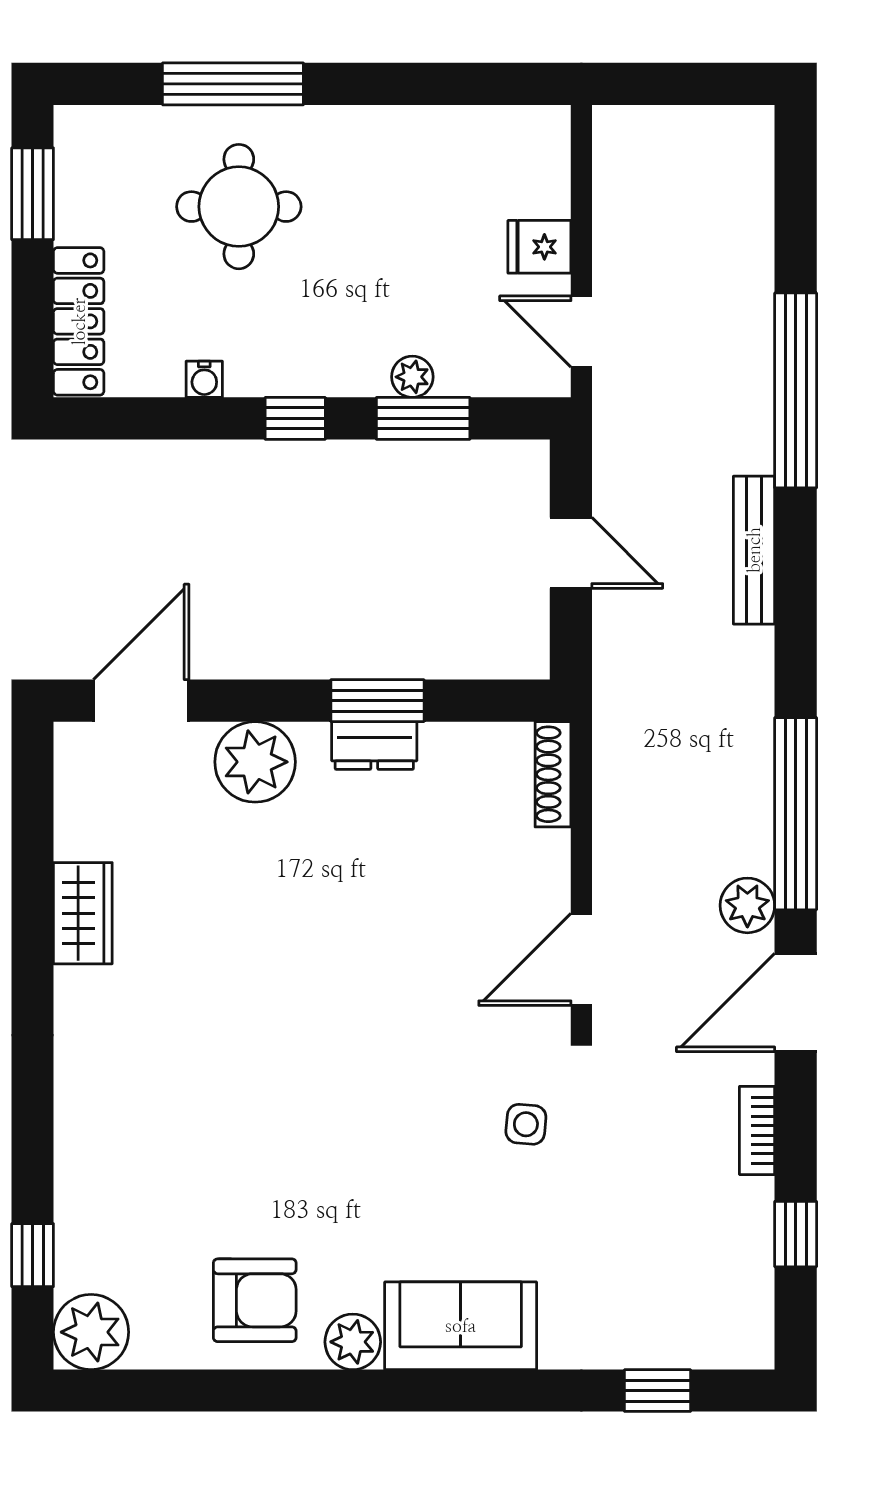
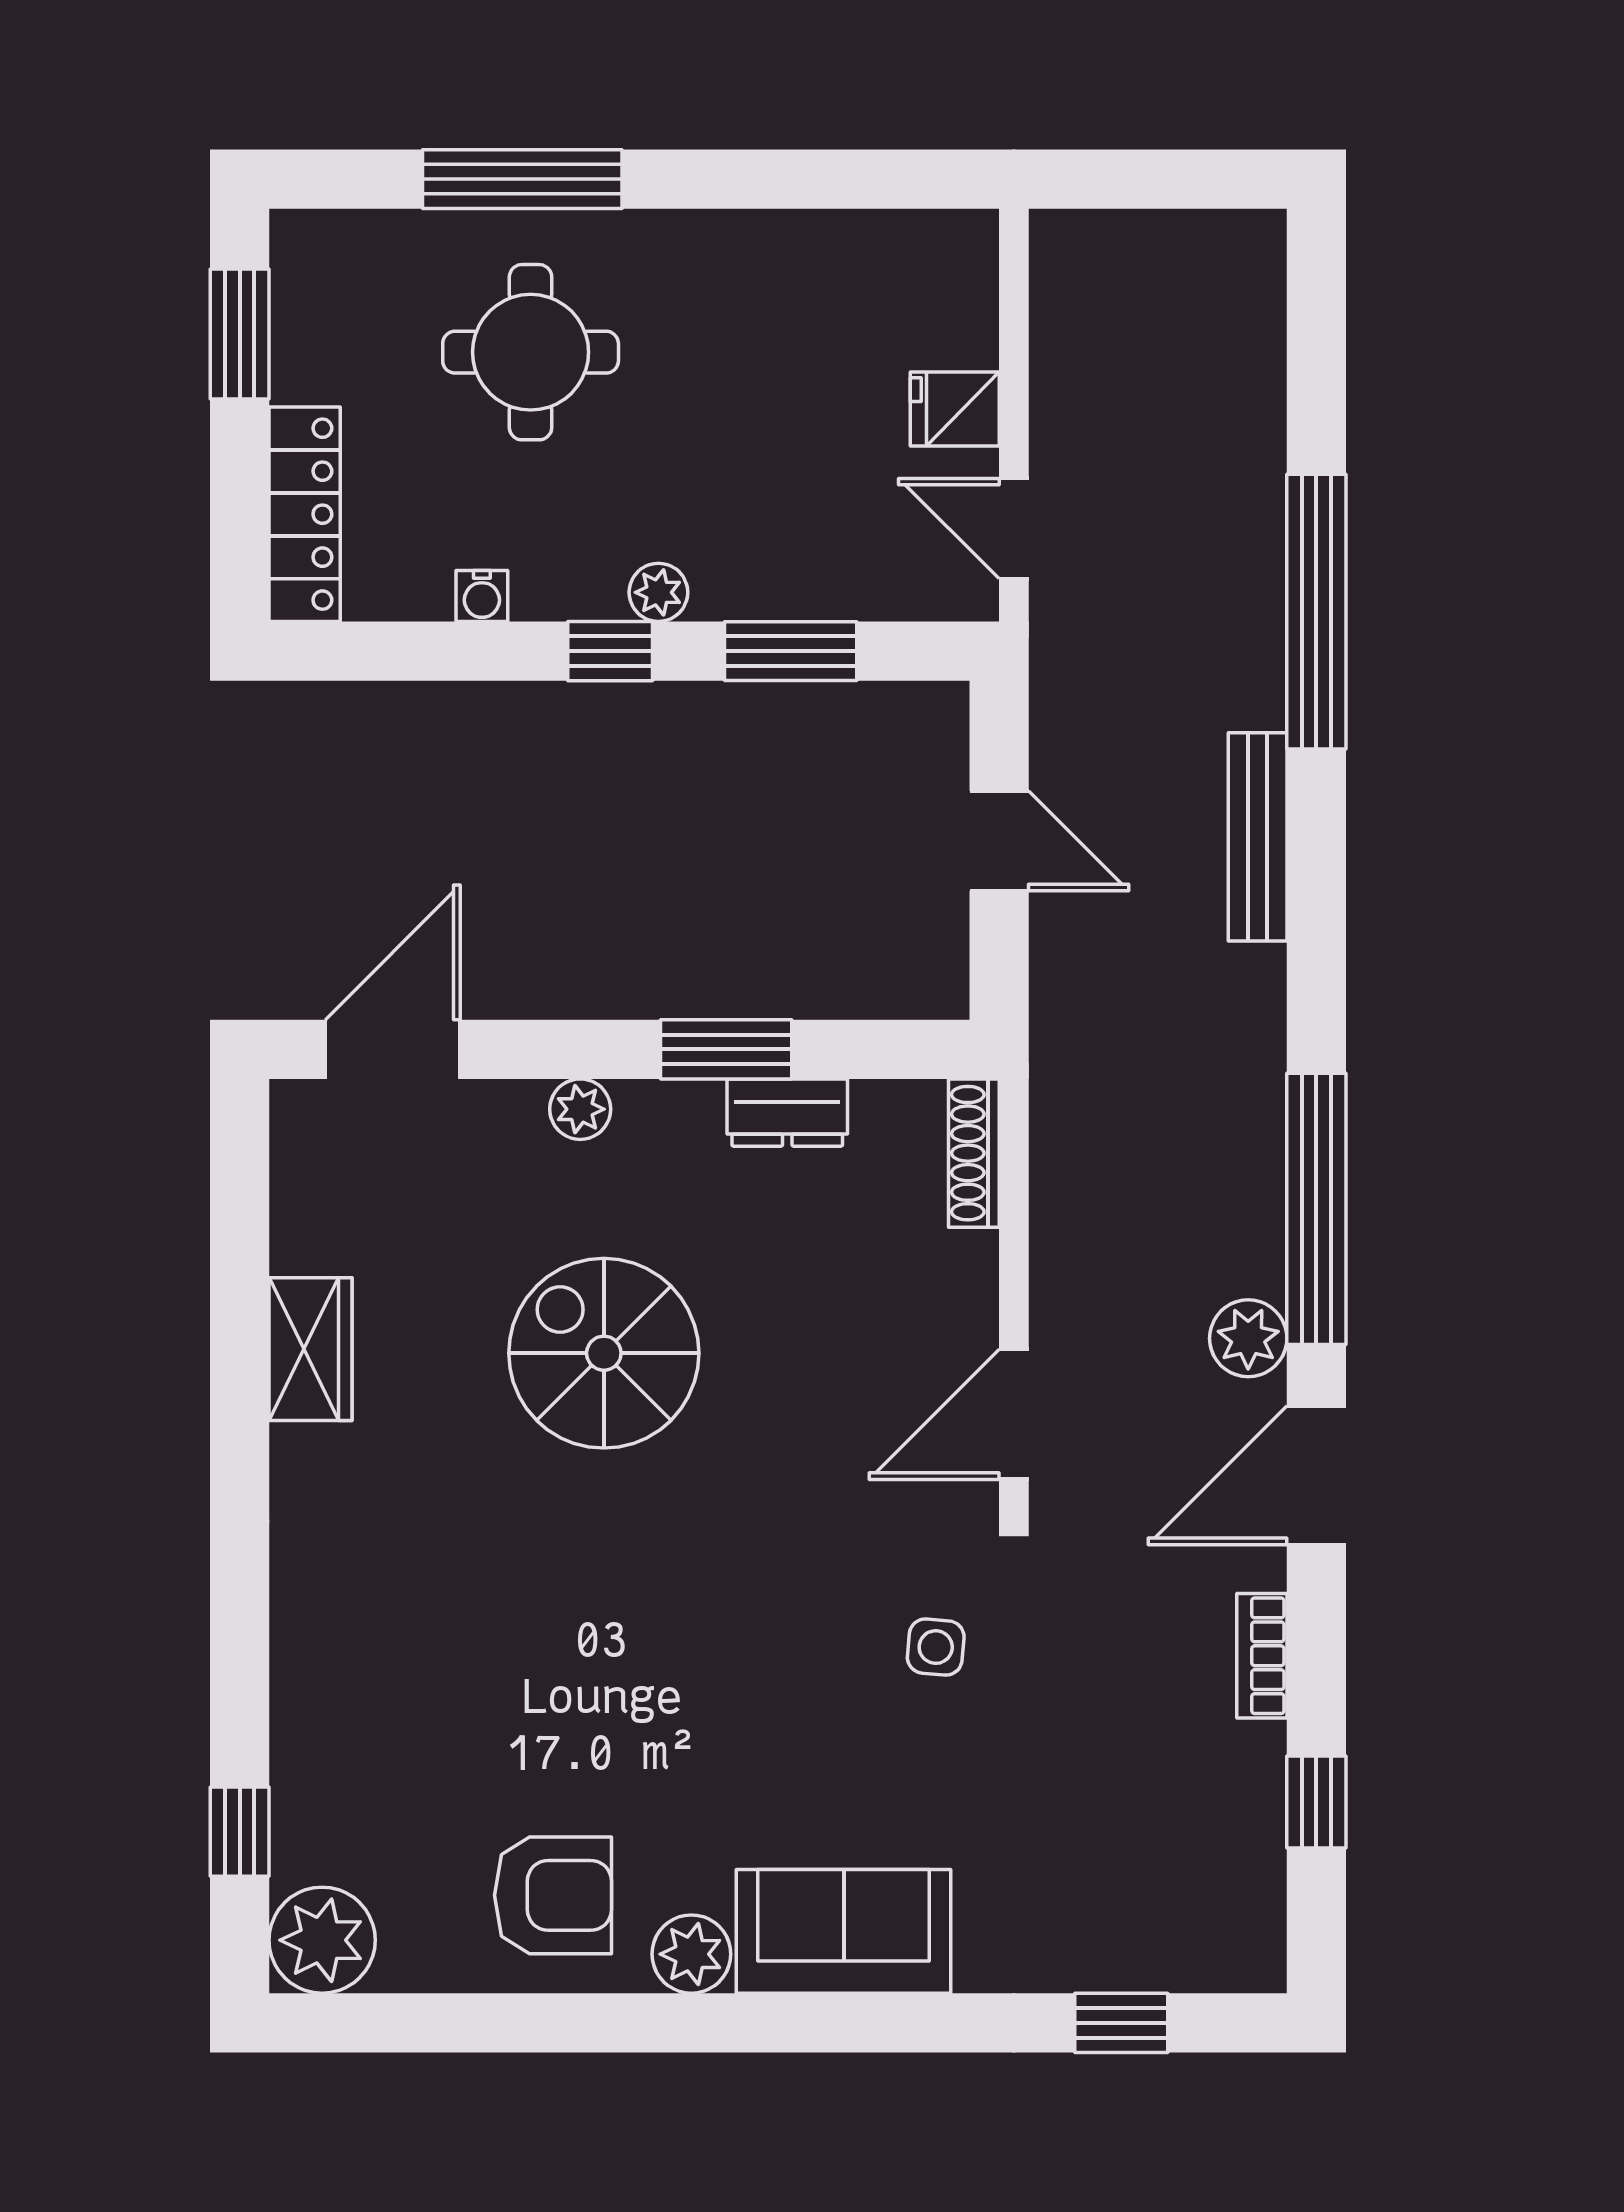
plant: (412, 377) -> (658, 592), moved
dresser: (374, 745) -> (787, 1113), moved
plant: (255, 762) -> (580, 1109), width x0.53, depth x0.53
spiral stairs: (291, 916) -> (604, 1353), added

